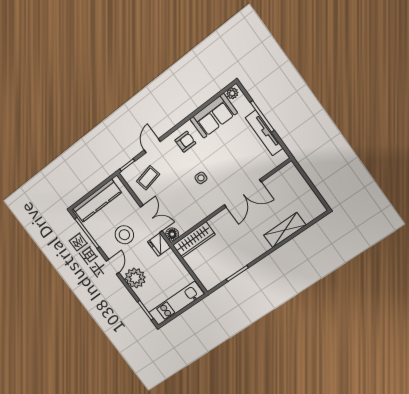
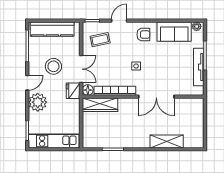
bookcase: (198, 217) -> (115, 91), added

